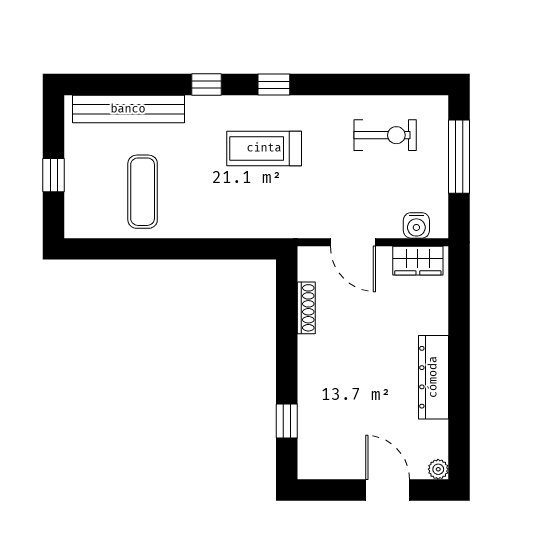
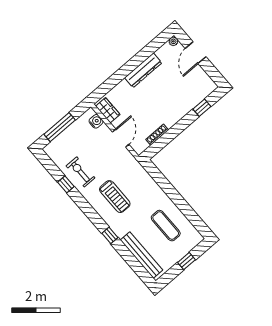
window: (274, 85) -> (66, 184), moved
exercise bike: (385, 135) -> (80, 172), moved
exercise mat: (143, 192) -> (166, 226), turned 90

